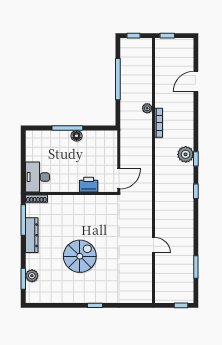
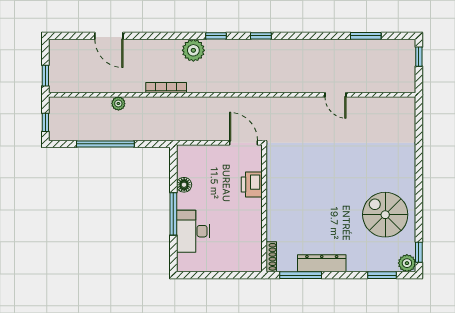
plant: (147, 108) -> (118, 104), moved
floor lamp: (77, 136) -> (184, 185), moved
plant: (186, 154) -> (193, 50), moved
desk: (37, 177) -> (193, 231), moved, turned 90
door: (153, 245) -> (335, 95), swing flipped
spiral stairs: (80, 256) -> (385, 215), moved
plant: (32, 276) -> (407, 263), moved
window: (95, 305) -> (419, 252), moved

